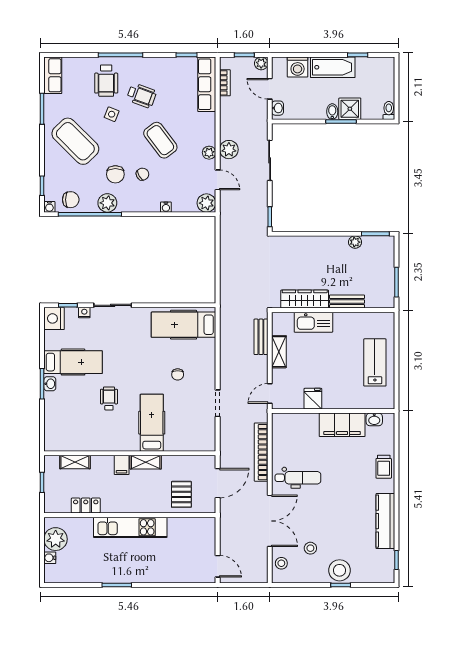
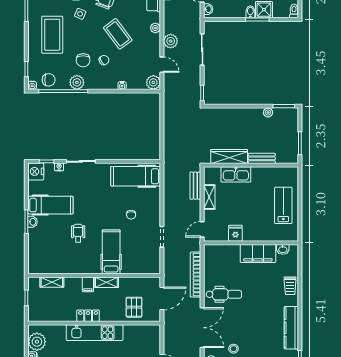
coffee table: (75, 141) -> (52, 35), turned 45
plant: (209, 153) -> (155, 28), moved
locker: (86, 505) -> (88, 316), moved

